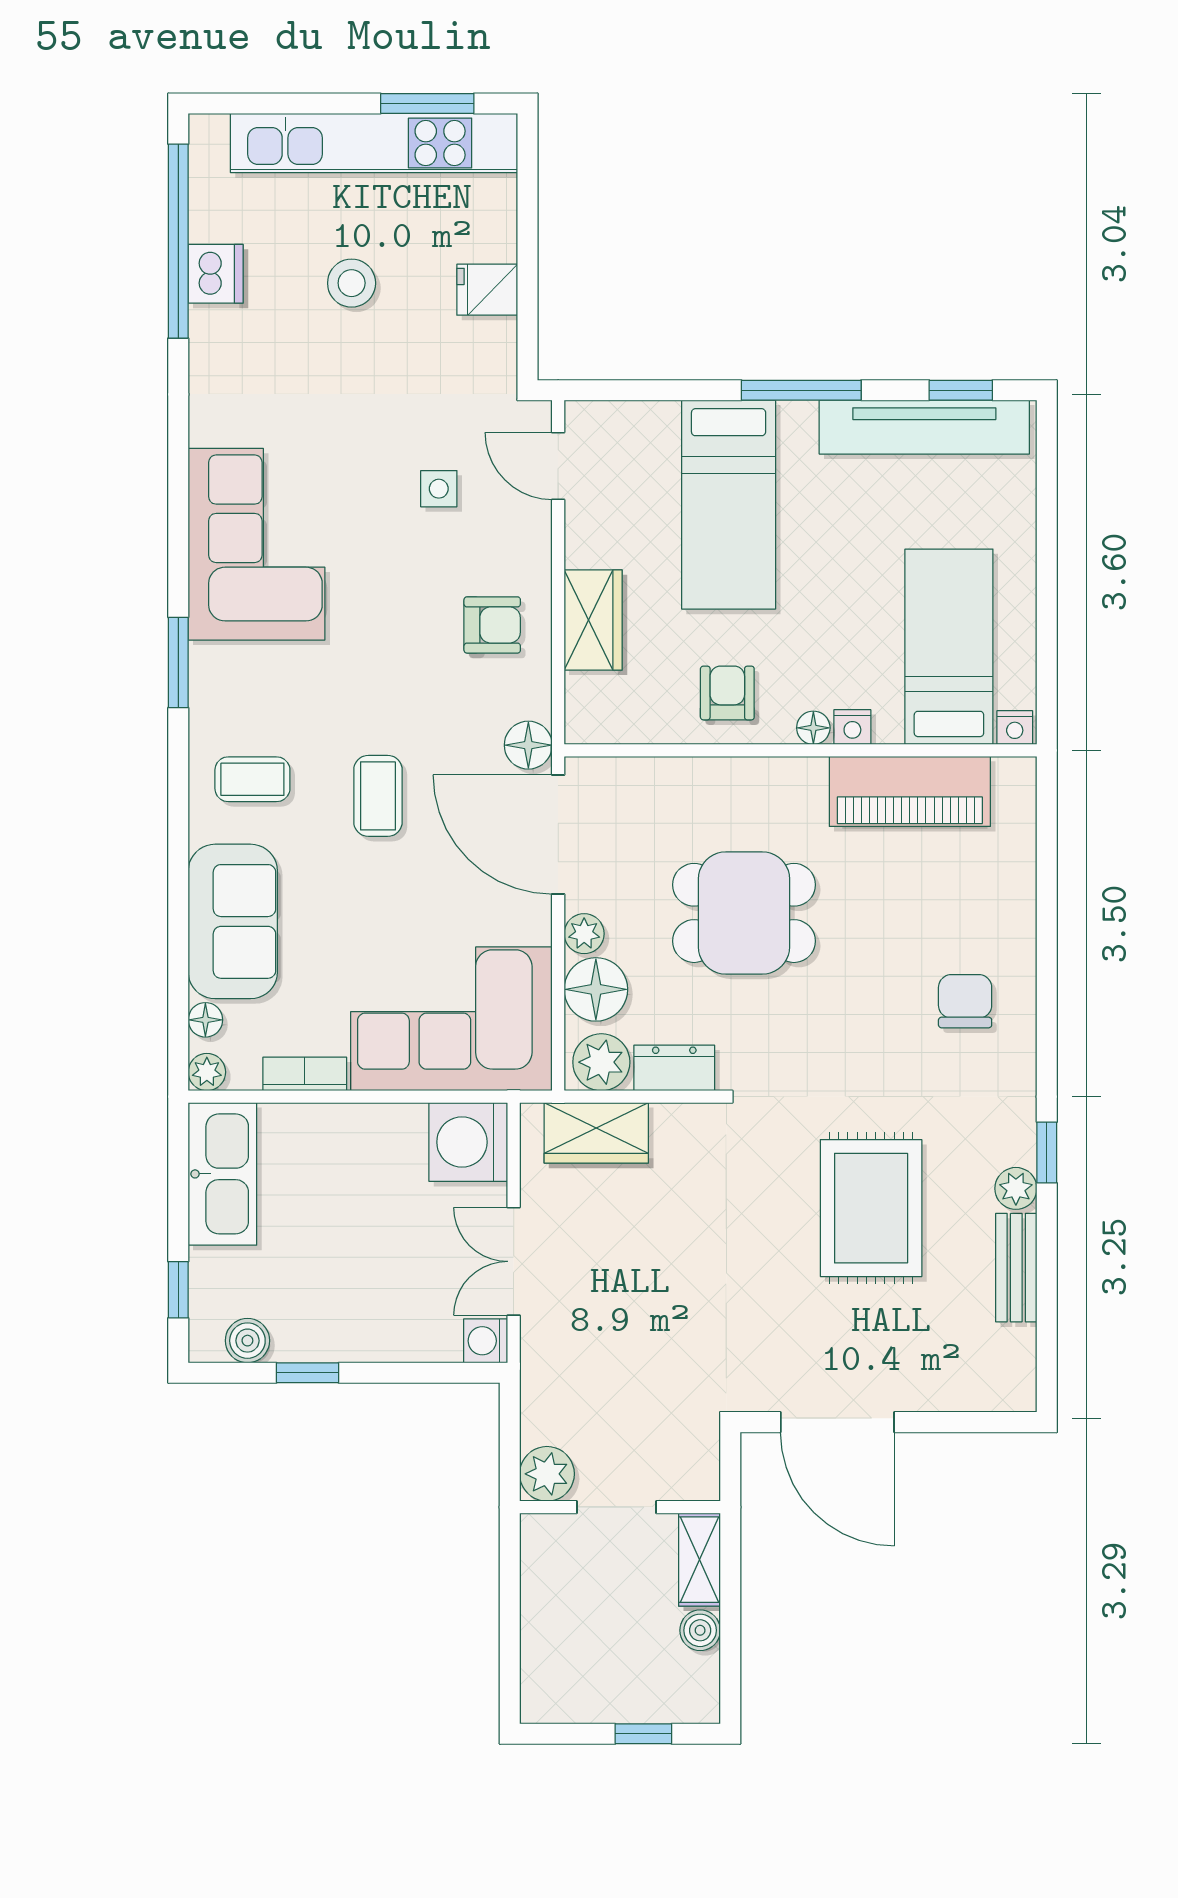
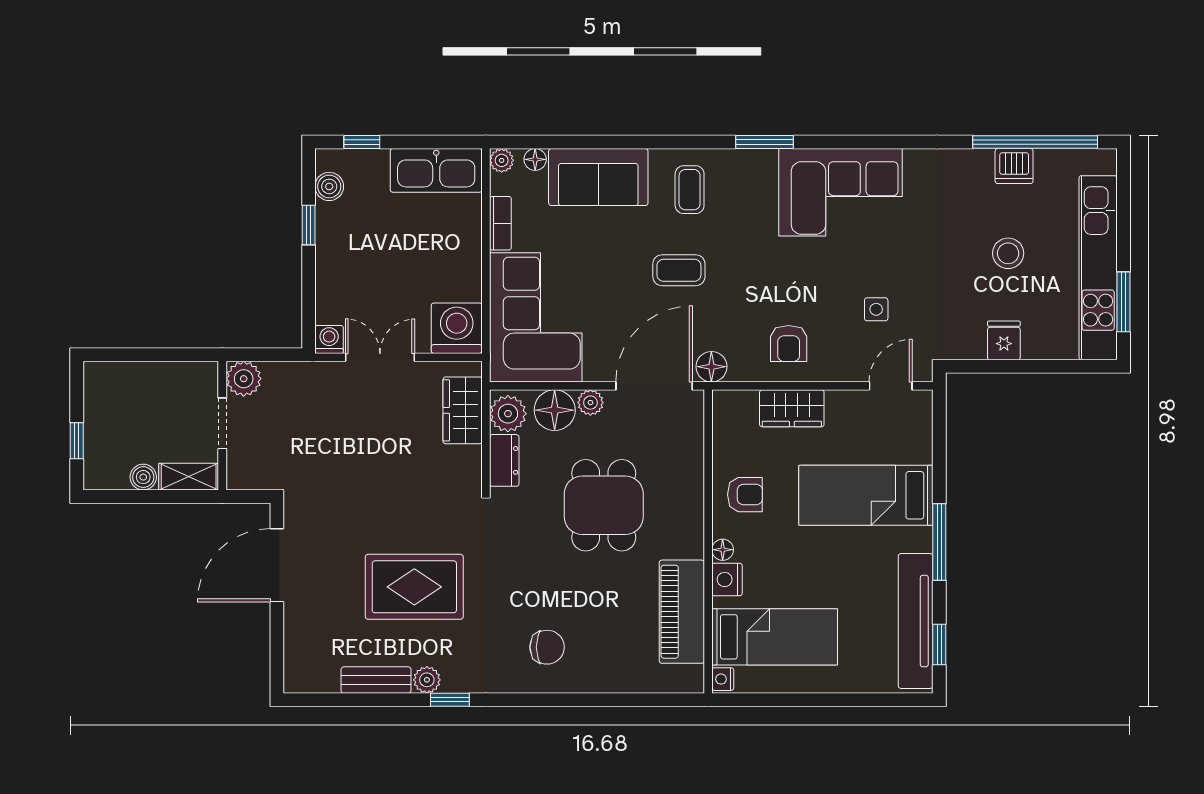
nightstand: (852, 727) -> (727, 579), width x1.39, depth x1.35

